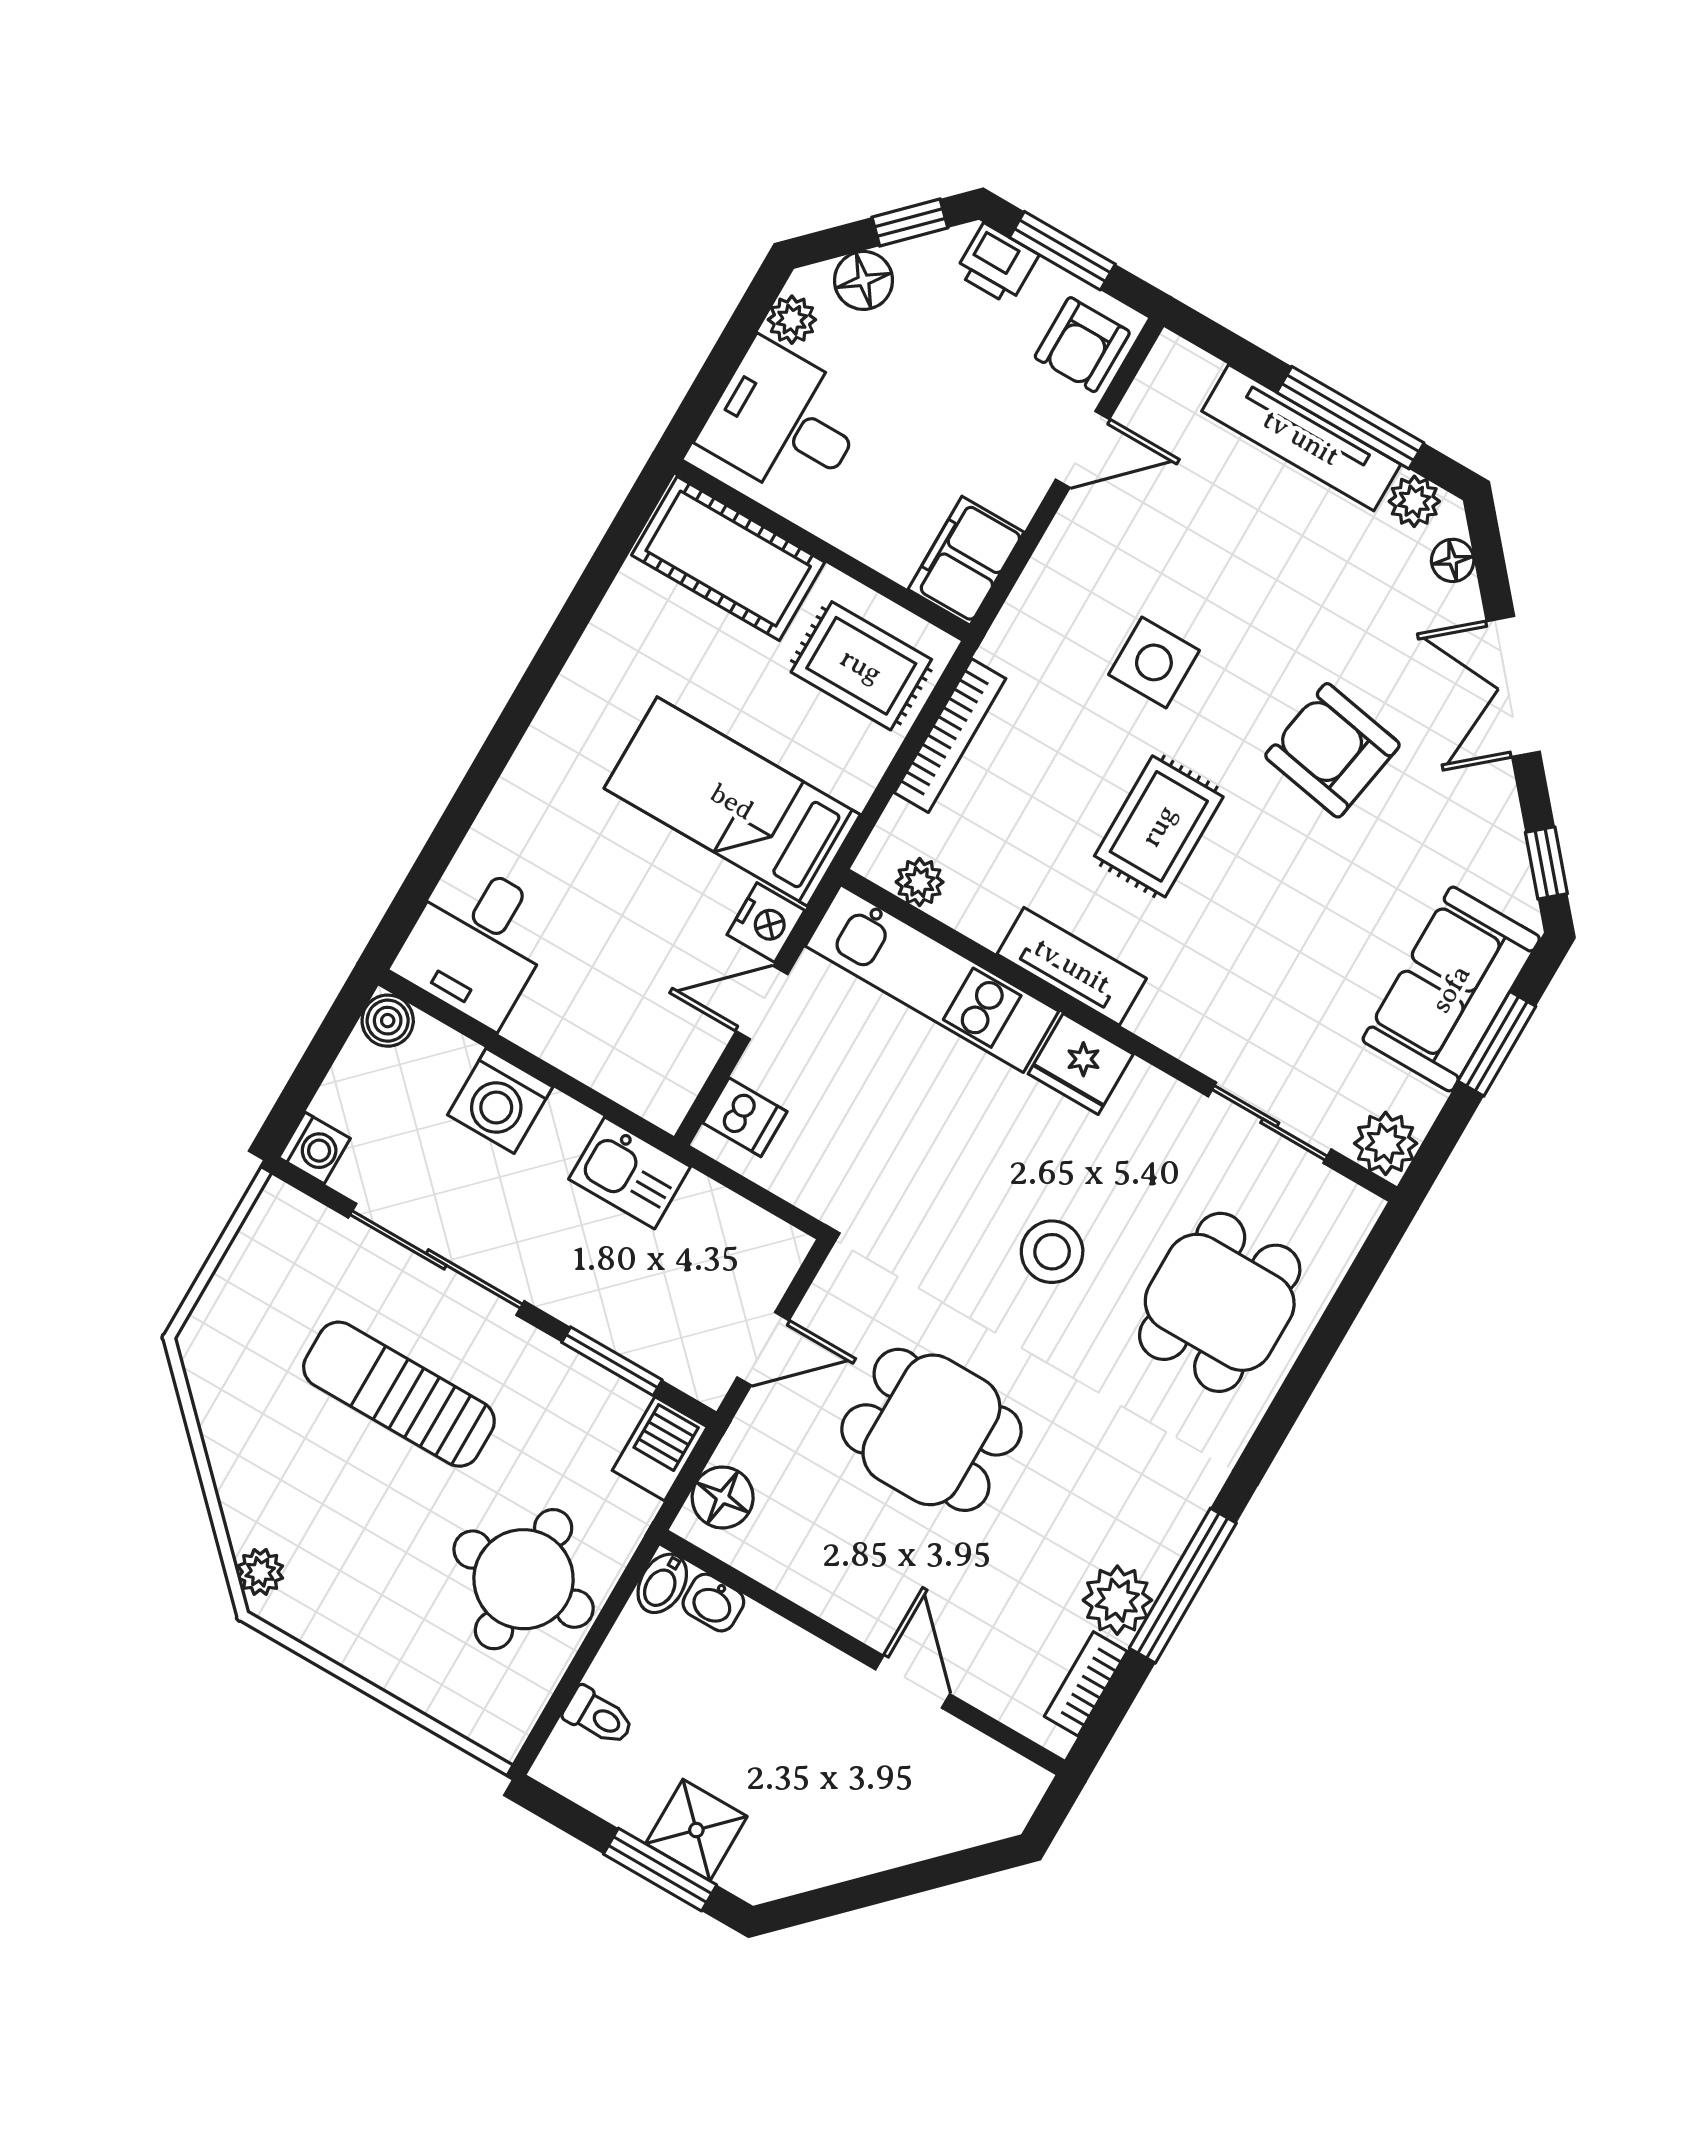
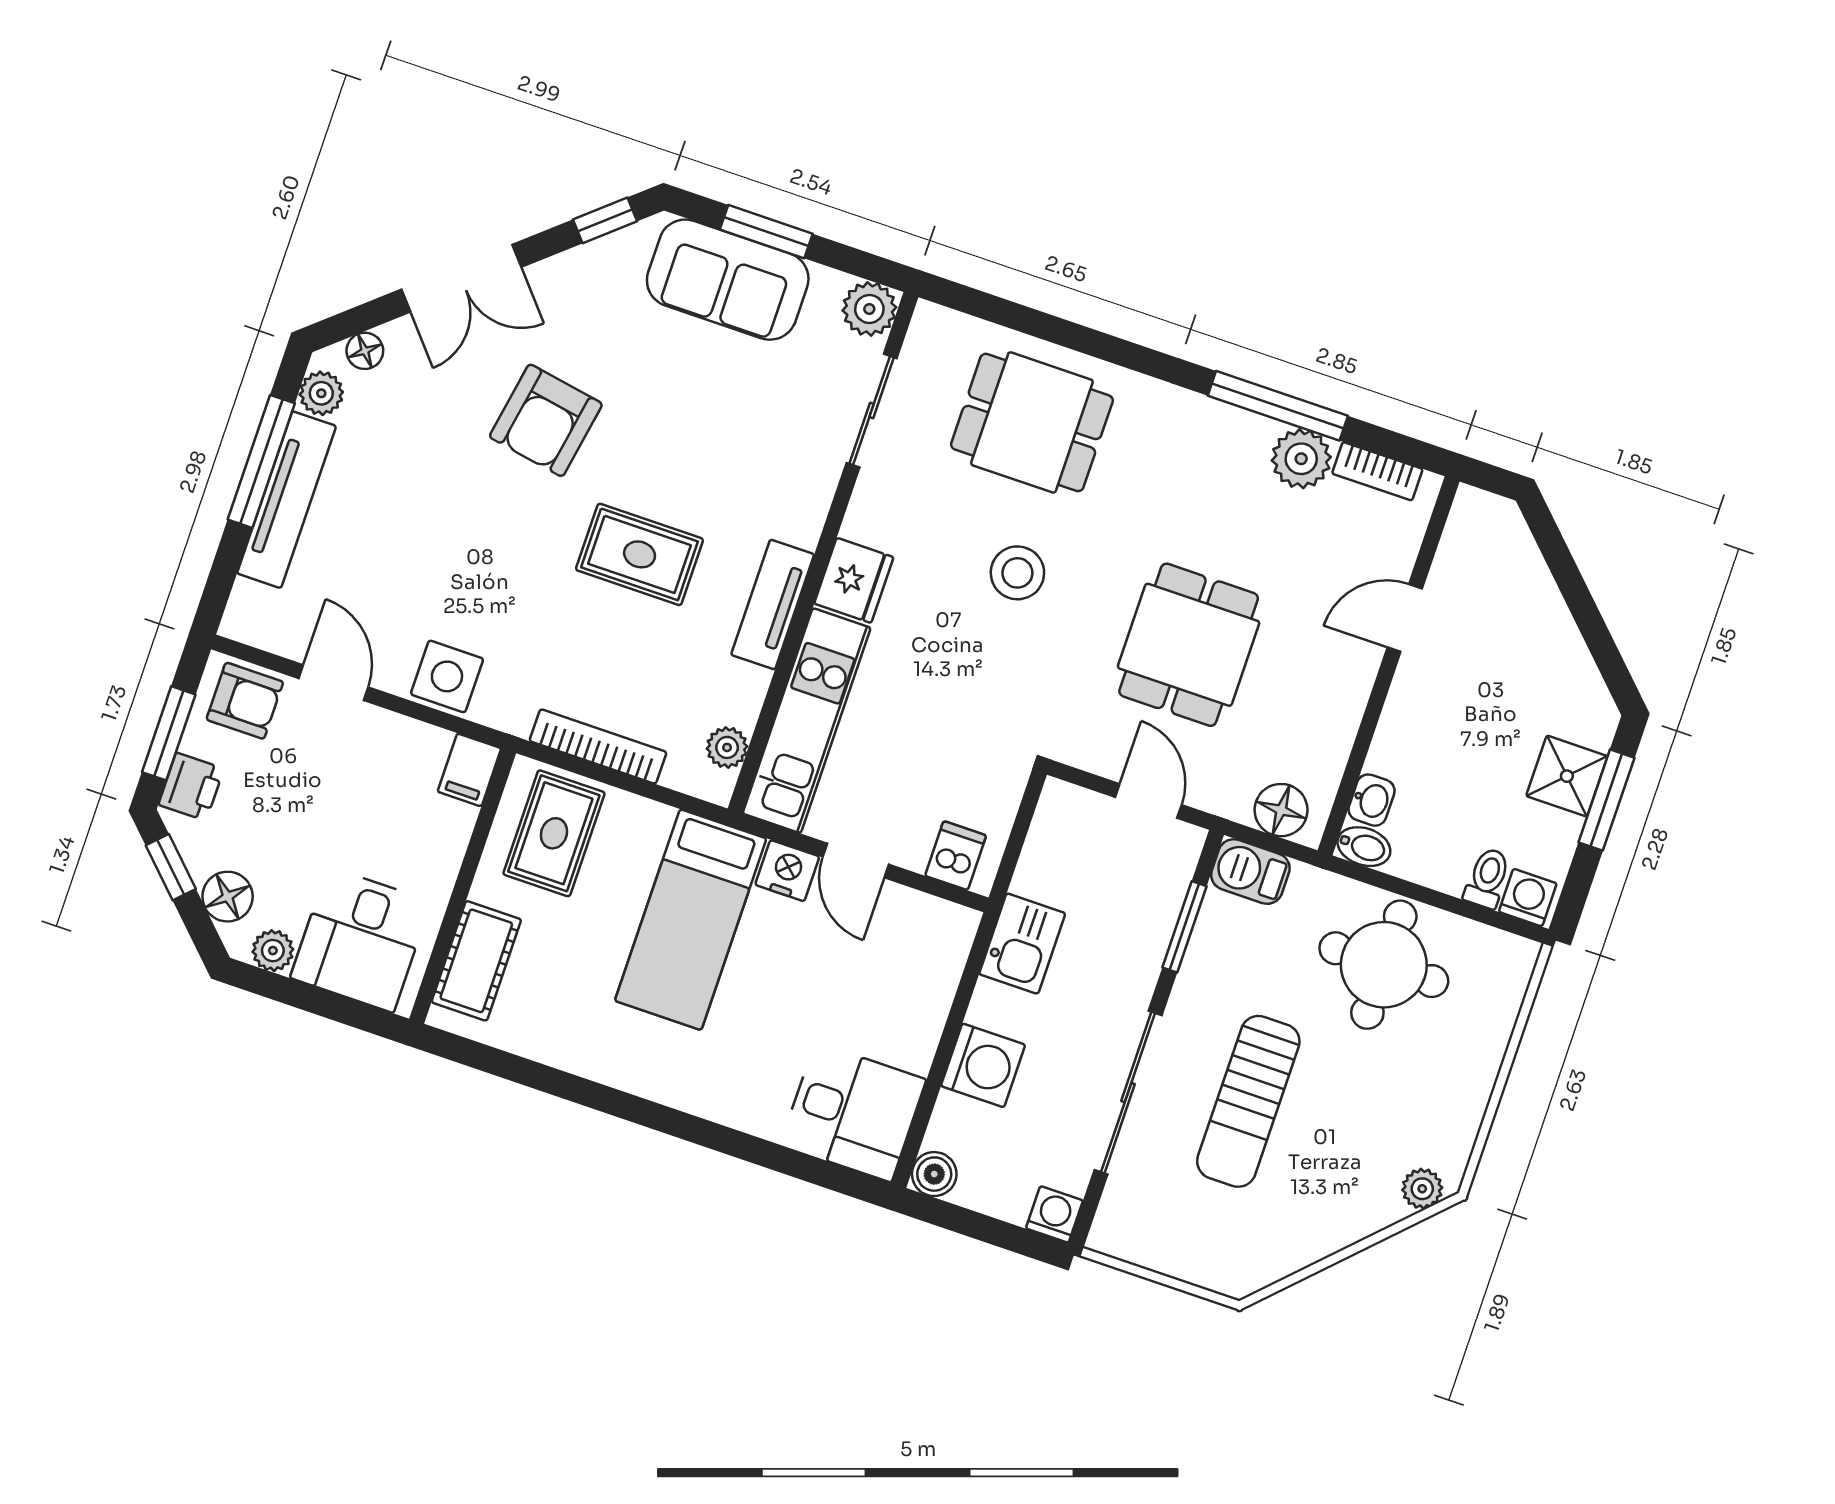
cot: (728, 559) -> (476, 961), width x0.73, depth x0.75
filing cabinet: (966, 561) -> (469, 770), width x0.50
side table: (1154, 662) -> (447, 676), moved
washing machine: (567, 1758) -> (1528, 898), added

